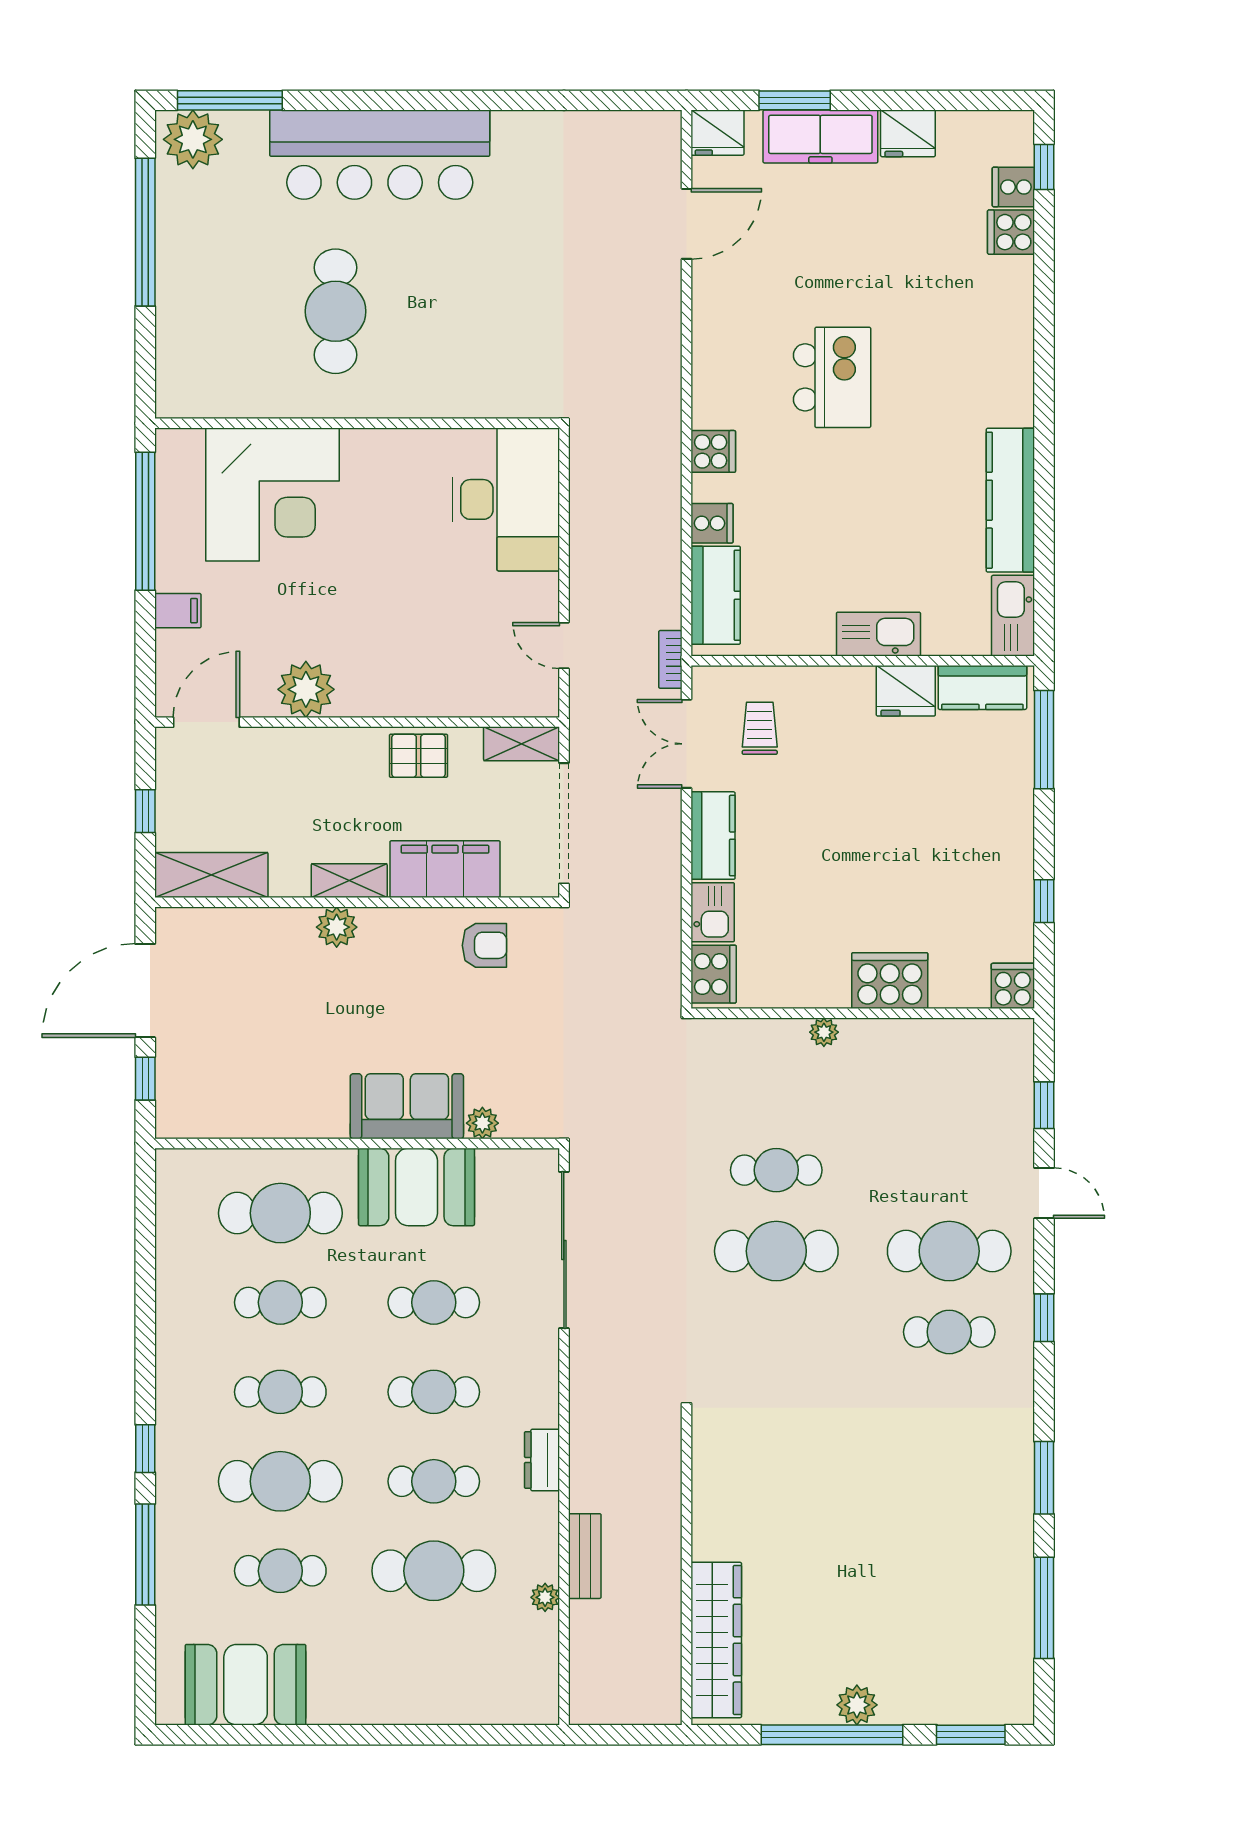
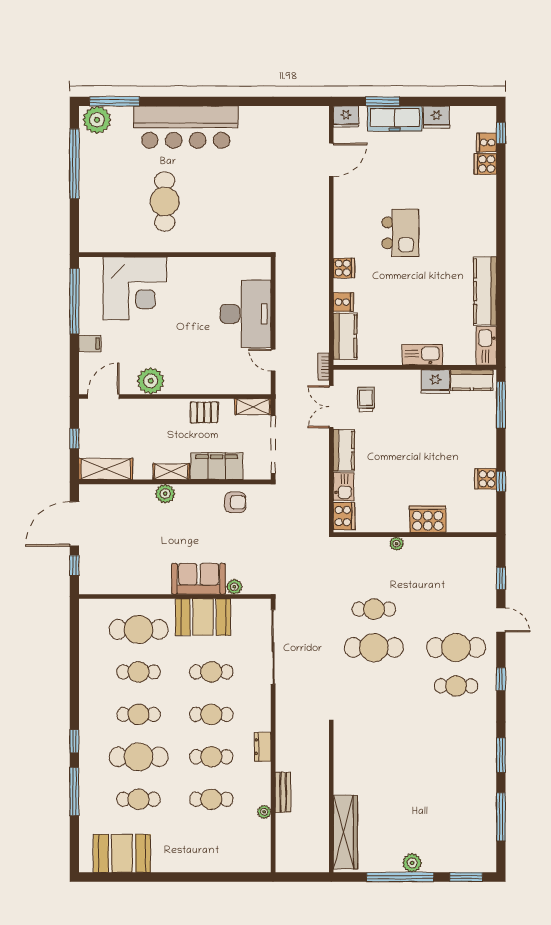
desk: (506, 499) -> (245, 314), moved
cooker: (1013, 986) -> (486, 479), moved, turned -90
cafe table: (434, 1571) -> (211, 799), width x0.73, depth x0.74

